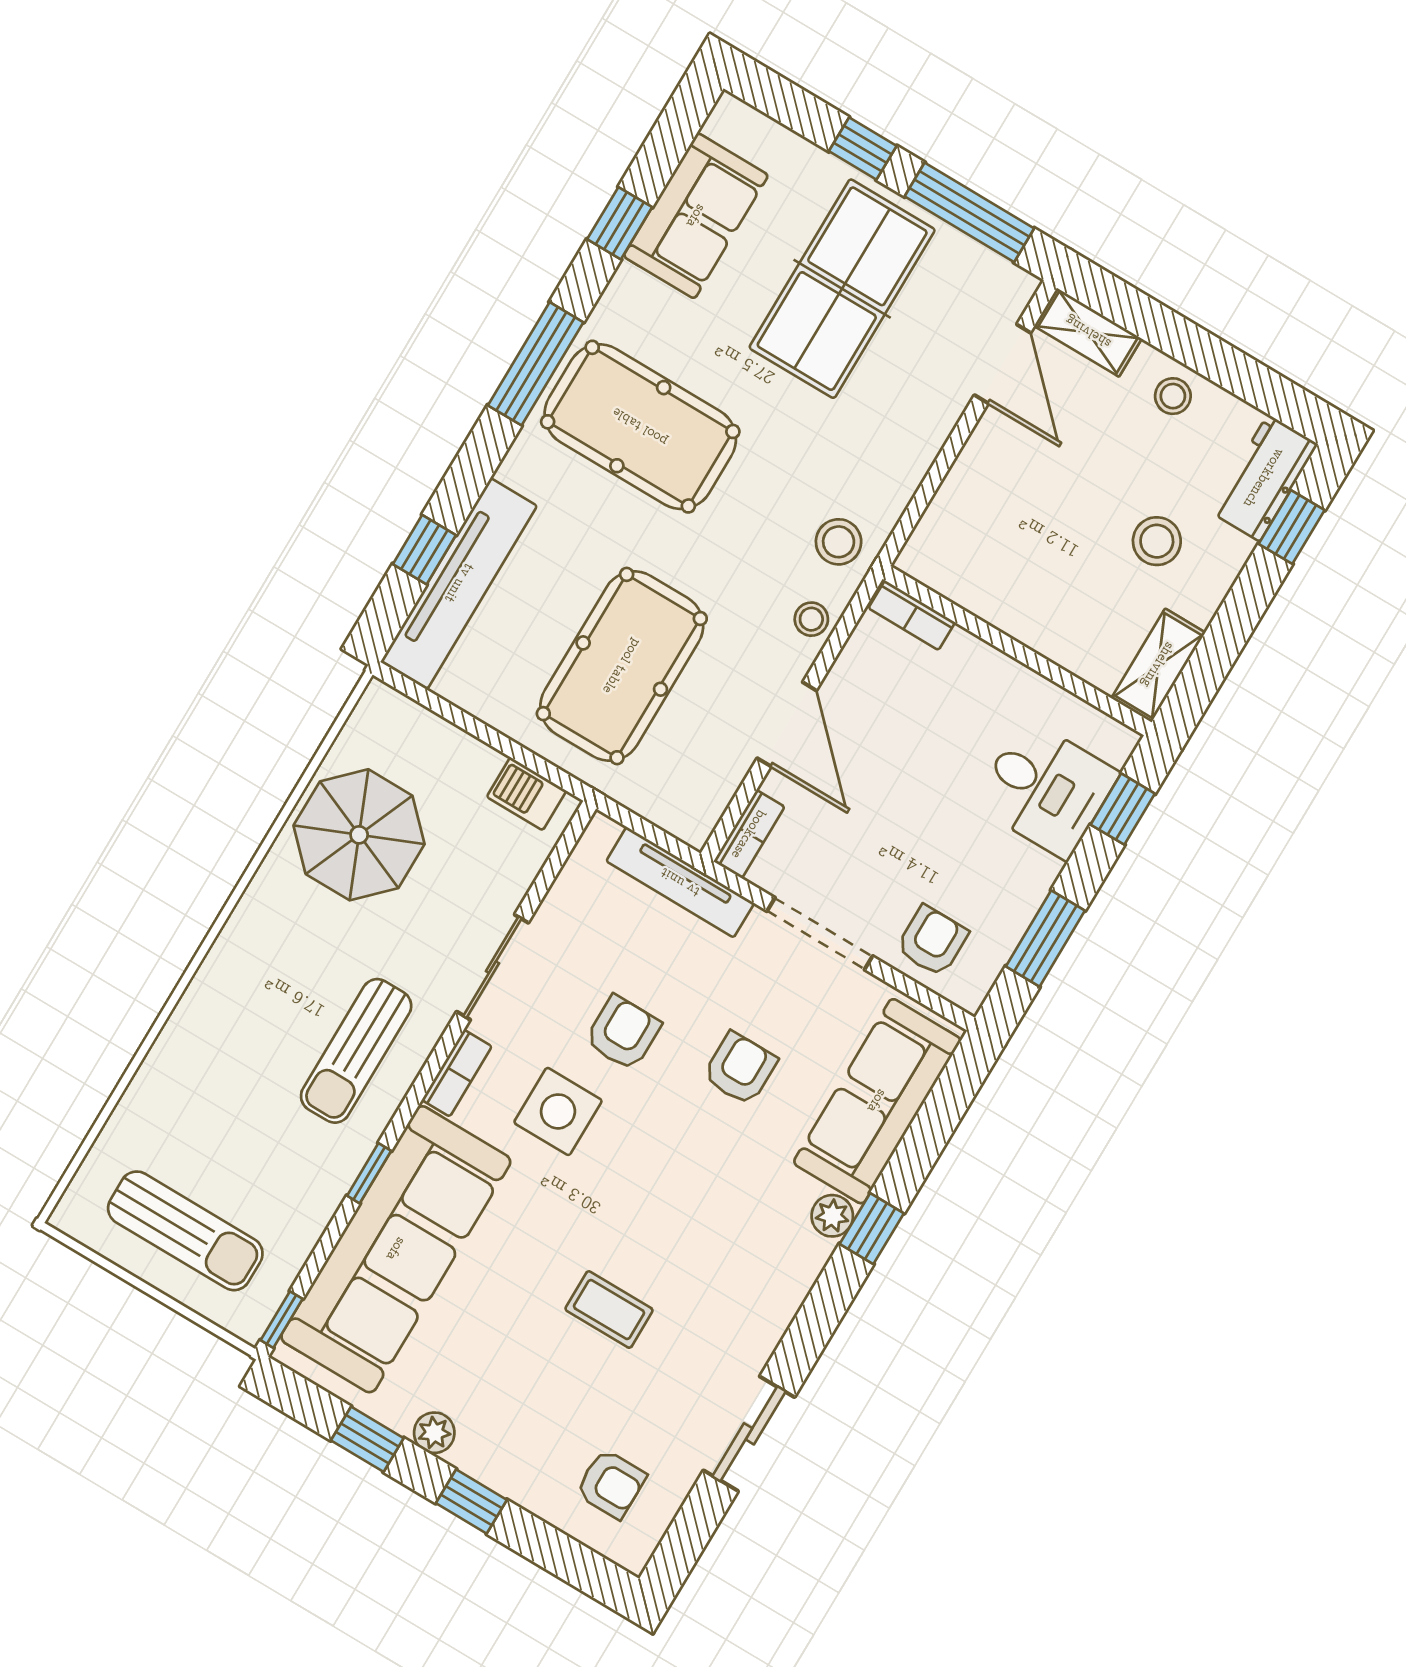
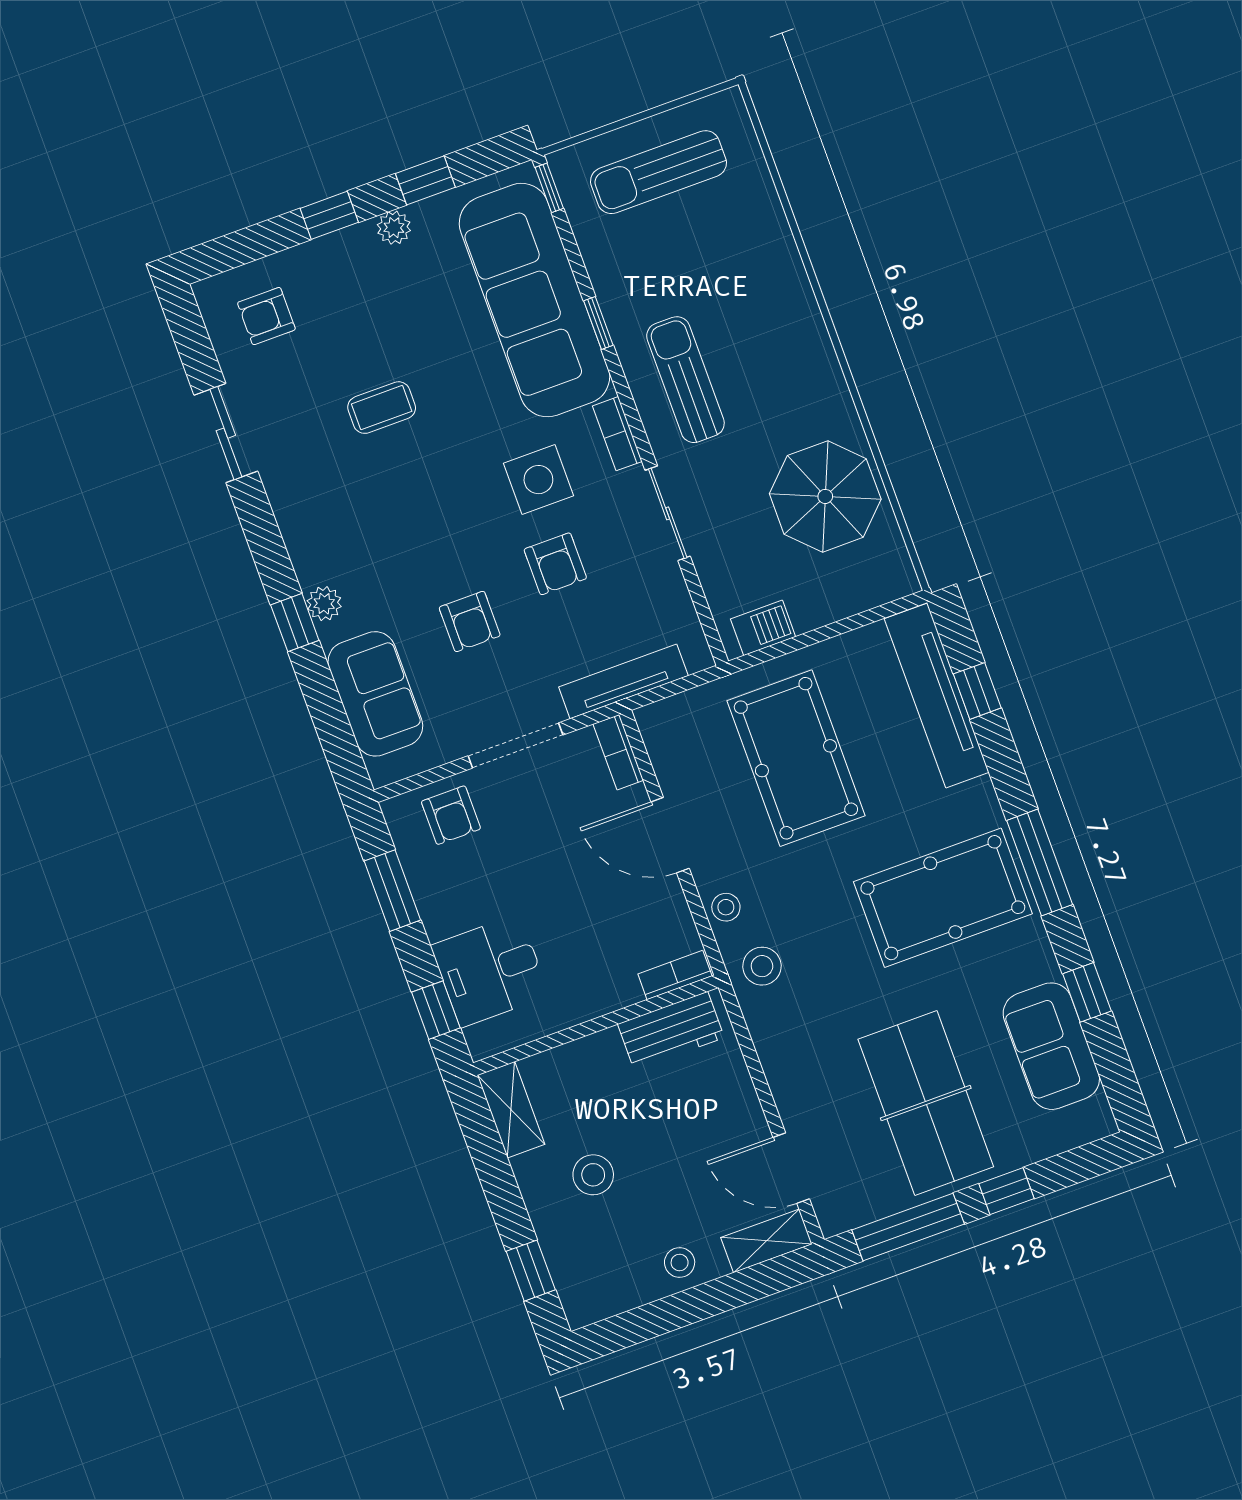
workbench: (1264, 478) -> (671, 1031), moved, turned 90
sofa: (877, 1101) -> (375, 694), width x0.73

